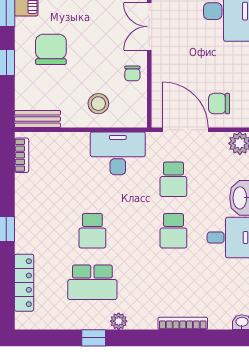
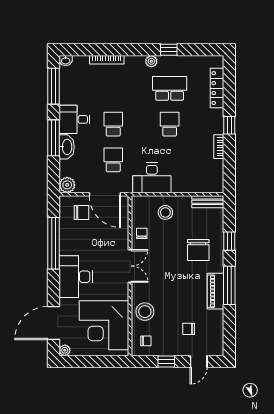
bookcase: (22, 155) -> (219, 147), moved

